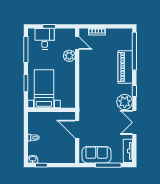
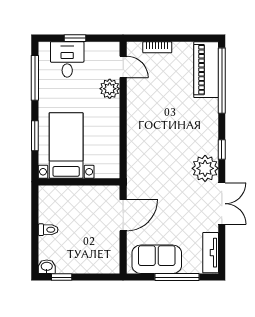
piano: (125, 67) -> (206, 70), moved
double door: (134, 122) -> (222, 204), swing flipped
door: (77, 129) -> (123, 215), swing flipped

